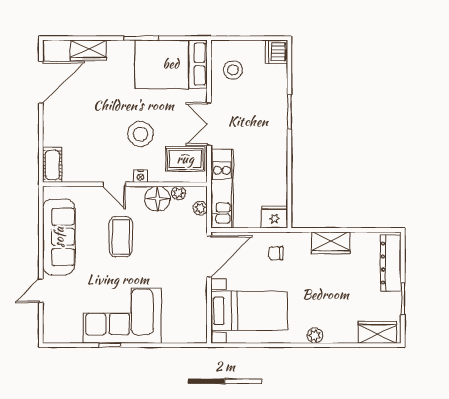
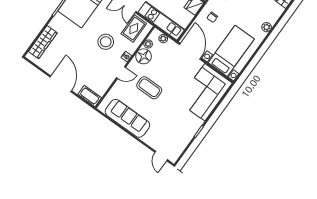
wardrobe: (88, 50) -> (43, 42), width x1.50
door: (41, 82) -> (61, 84), moved
door: (41, 291) -> (161, 156), moved
corner sofa: (122, 316) -> (205, 92), moved

